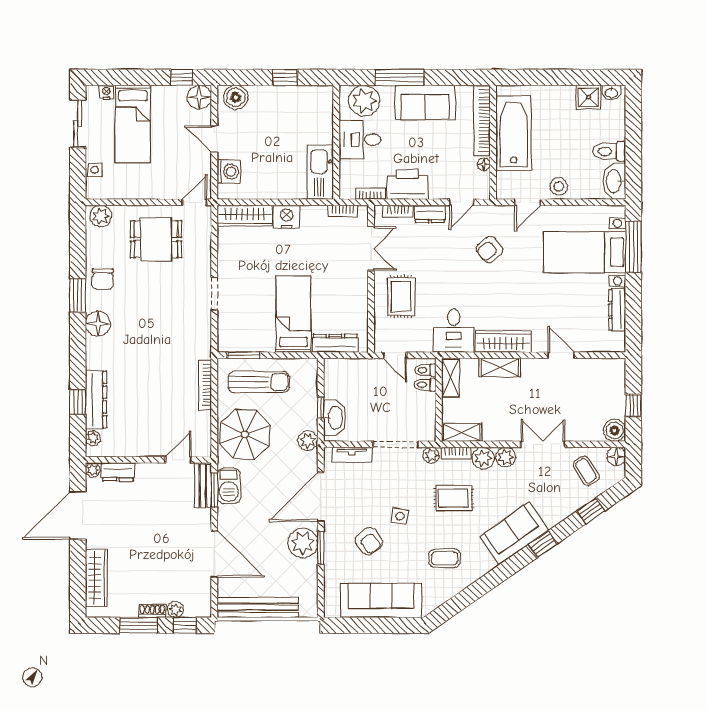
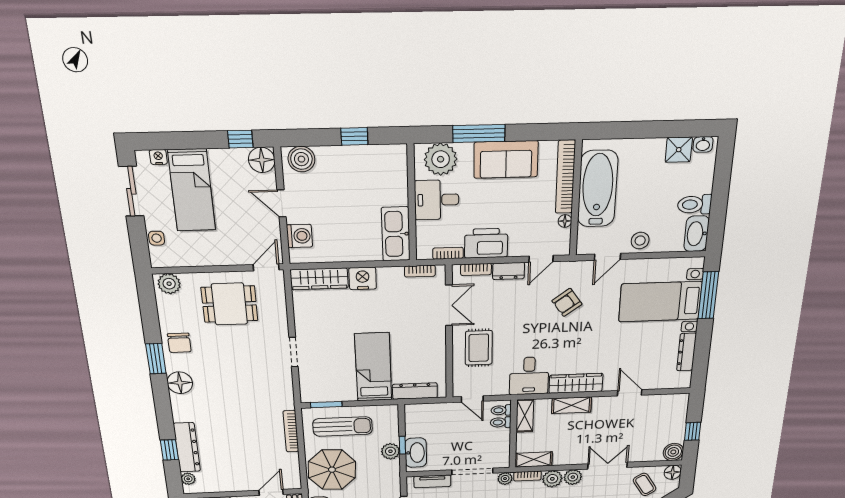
plant: (308, 441) -> (390, 451), moved

